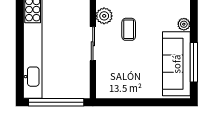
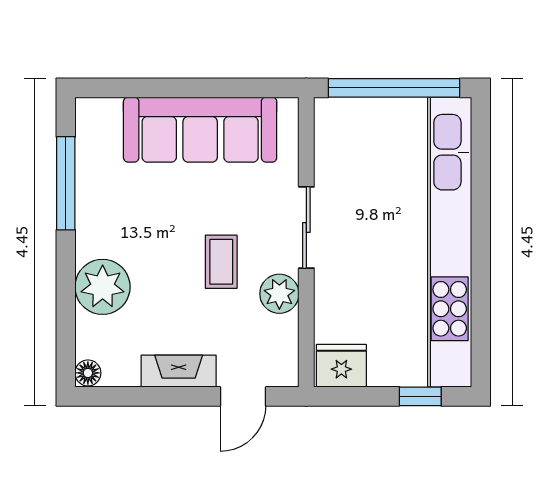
plant: (184, 24) -> (103, 287), width x1.88, depth x1.88
sofa: (176, 64) -> (200, 130), moved, turned 90

